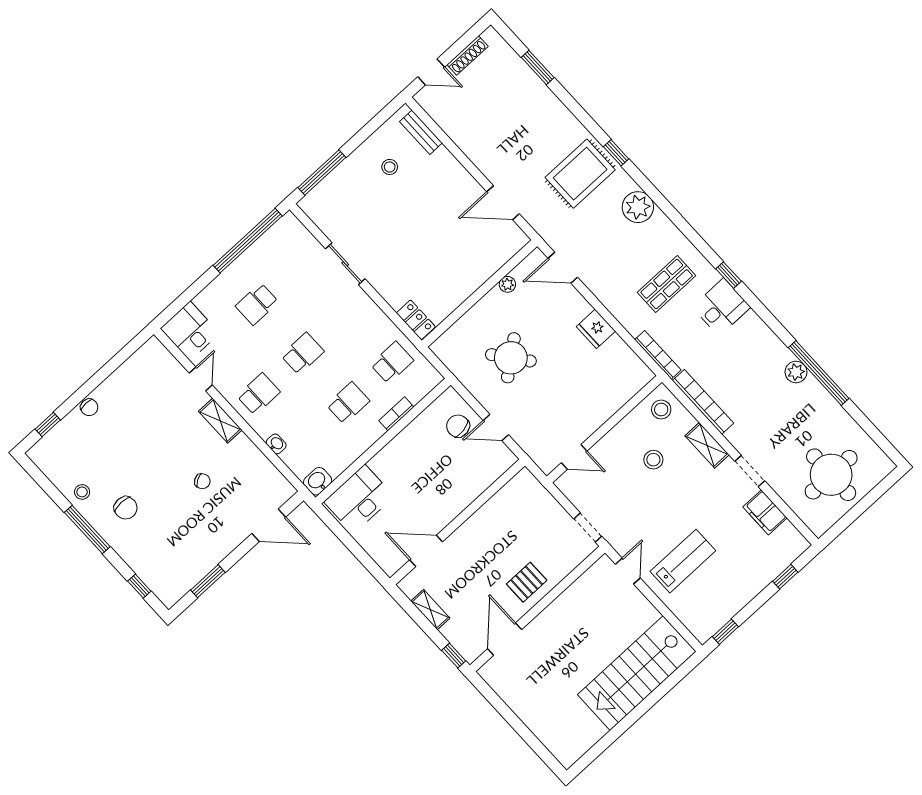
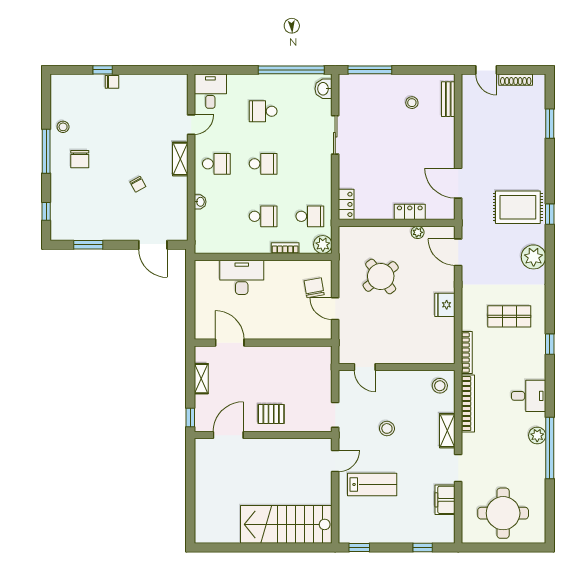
locker: (482, 272) -> (410, 212), added
desk: (721, 307) -> (529, 396), moved
plant: (429, 378) -> (323, 245), added
chair: (89, 407) -> (112, 82), turned -90
window: (48, 424) -> (103, 70), moved
stool: (653, 460) -> (387, 428), moved
washbasin: (318, 481) -> (324, 89), moved, turned -90
desk: (359, 499) -> (242, 277), moved

